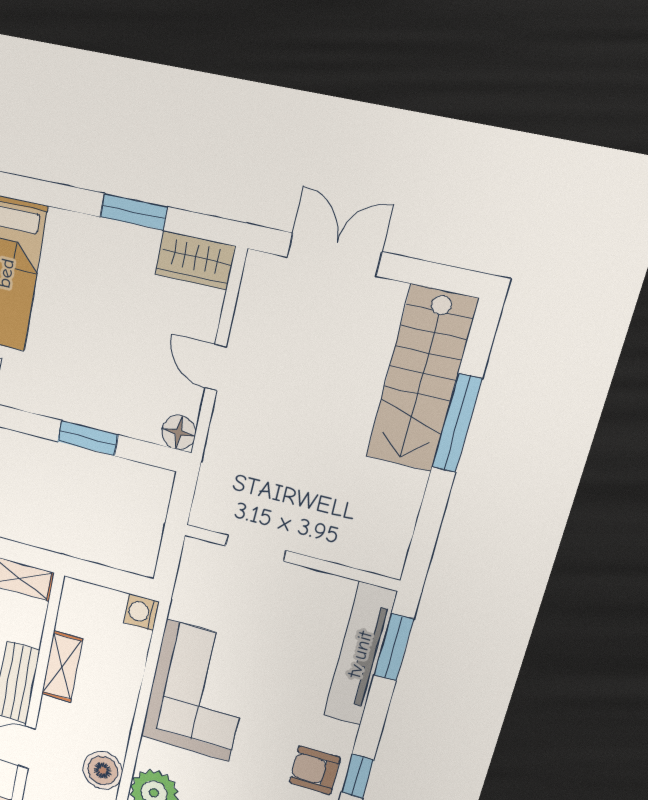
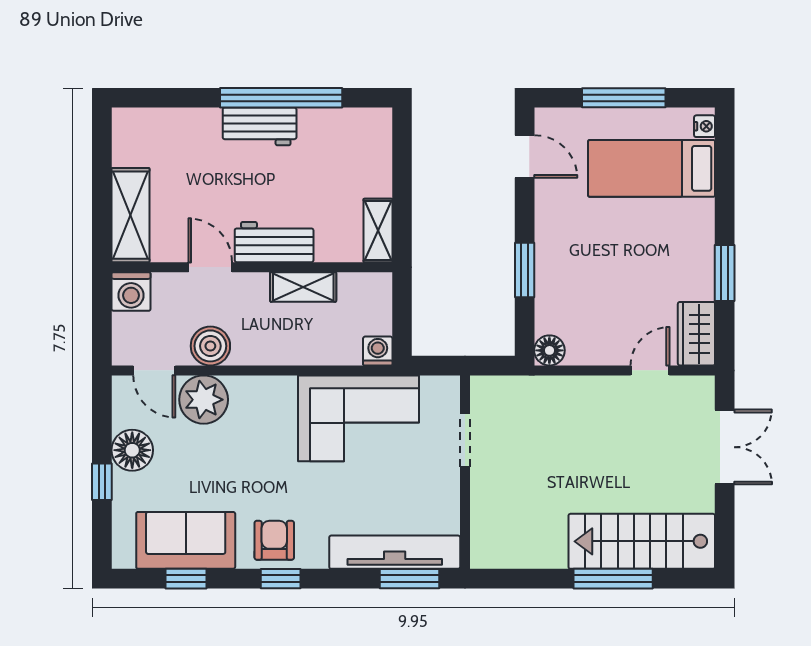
door: (216, 367) -> (650, 370), moved
corner sofa: (198, 691) -> (358, 418), moved

